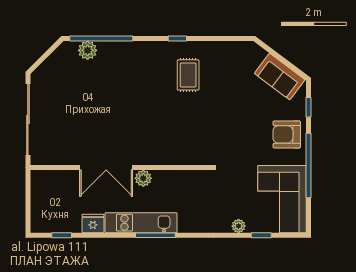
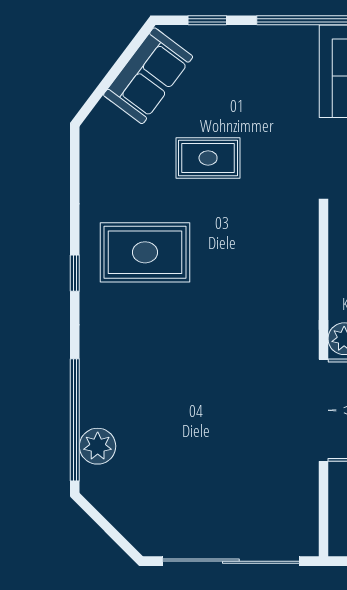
rug: (188, 75) -> (145, 252), width x1.36, depth x1.43
rug: (237, 108) -> (208, 158), added
armchair: (287, 134) -> (260, 62), removed

